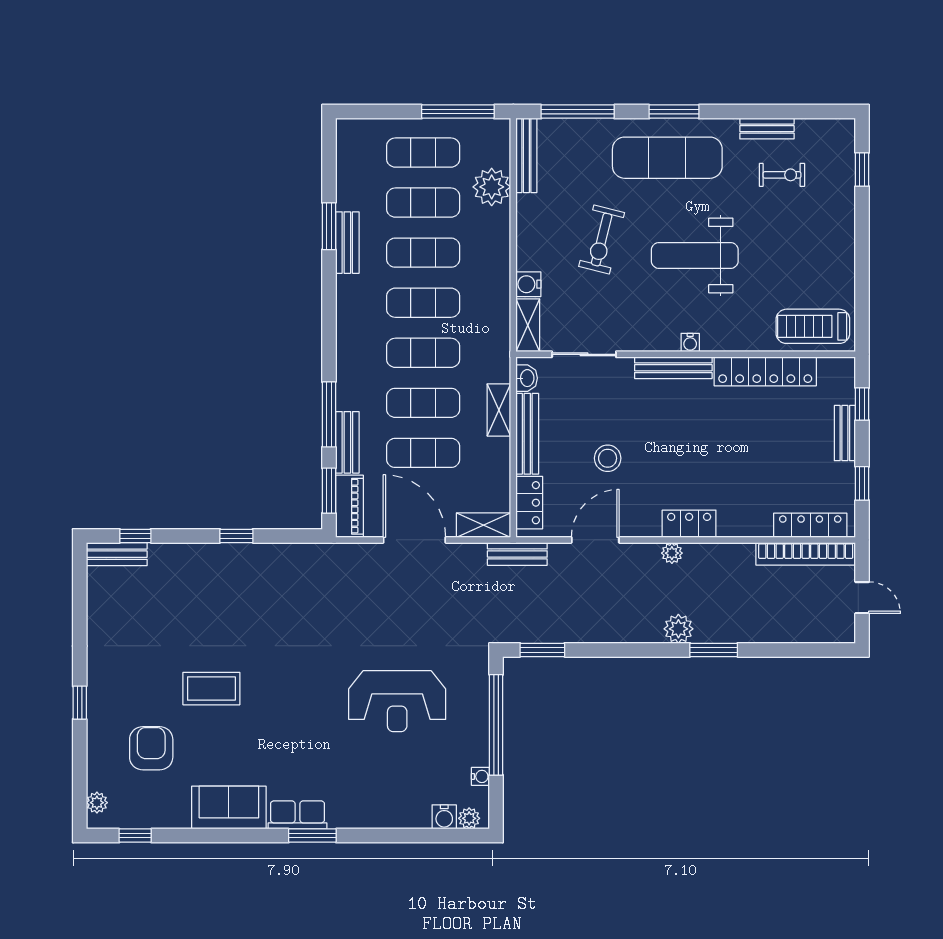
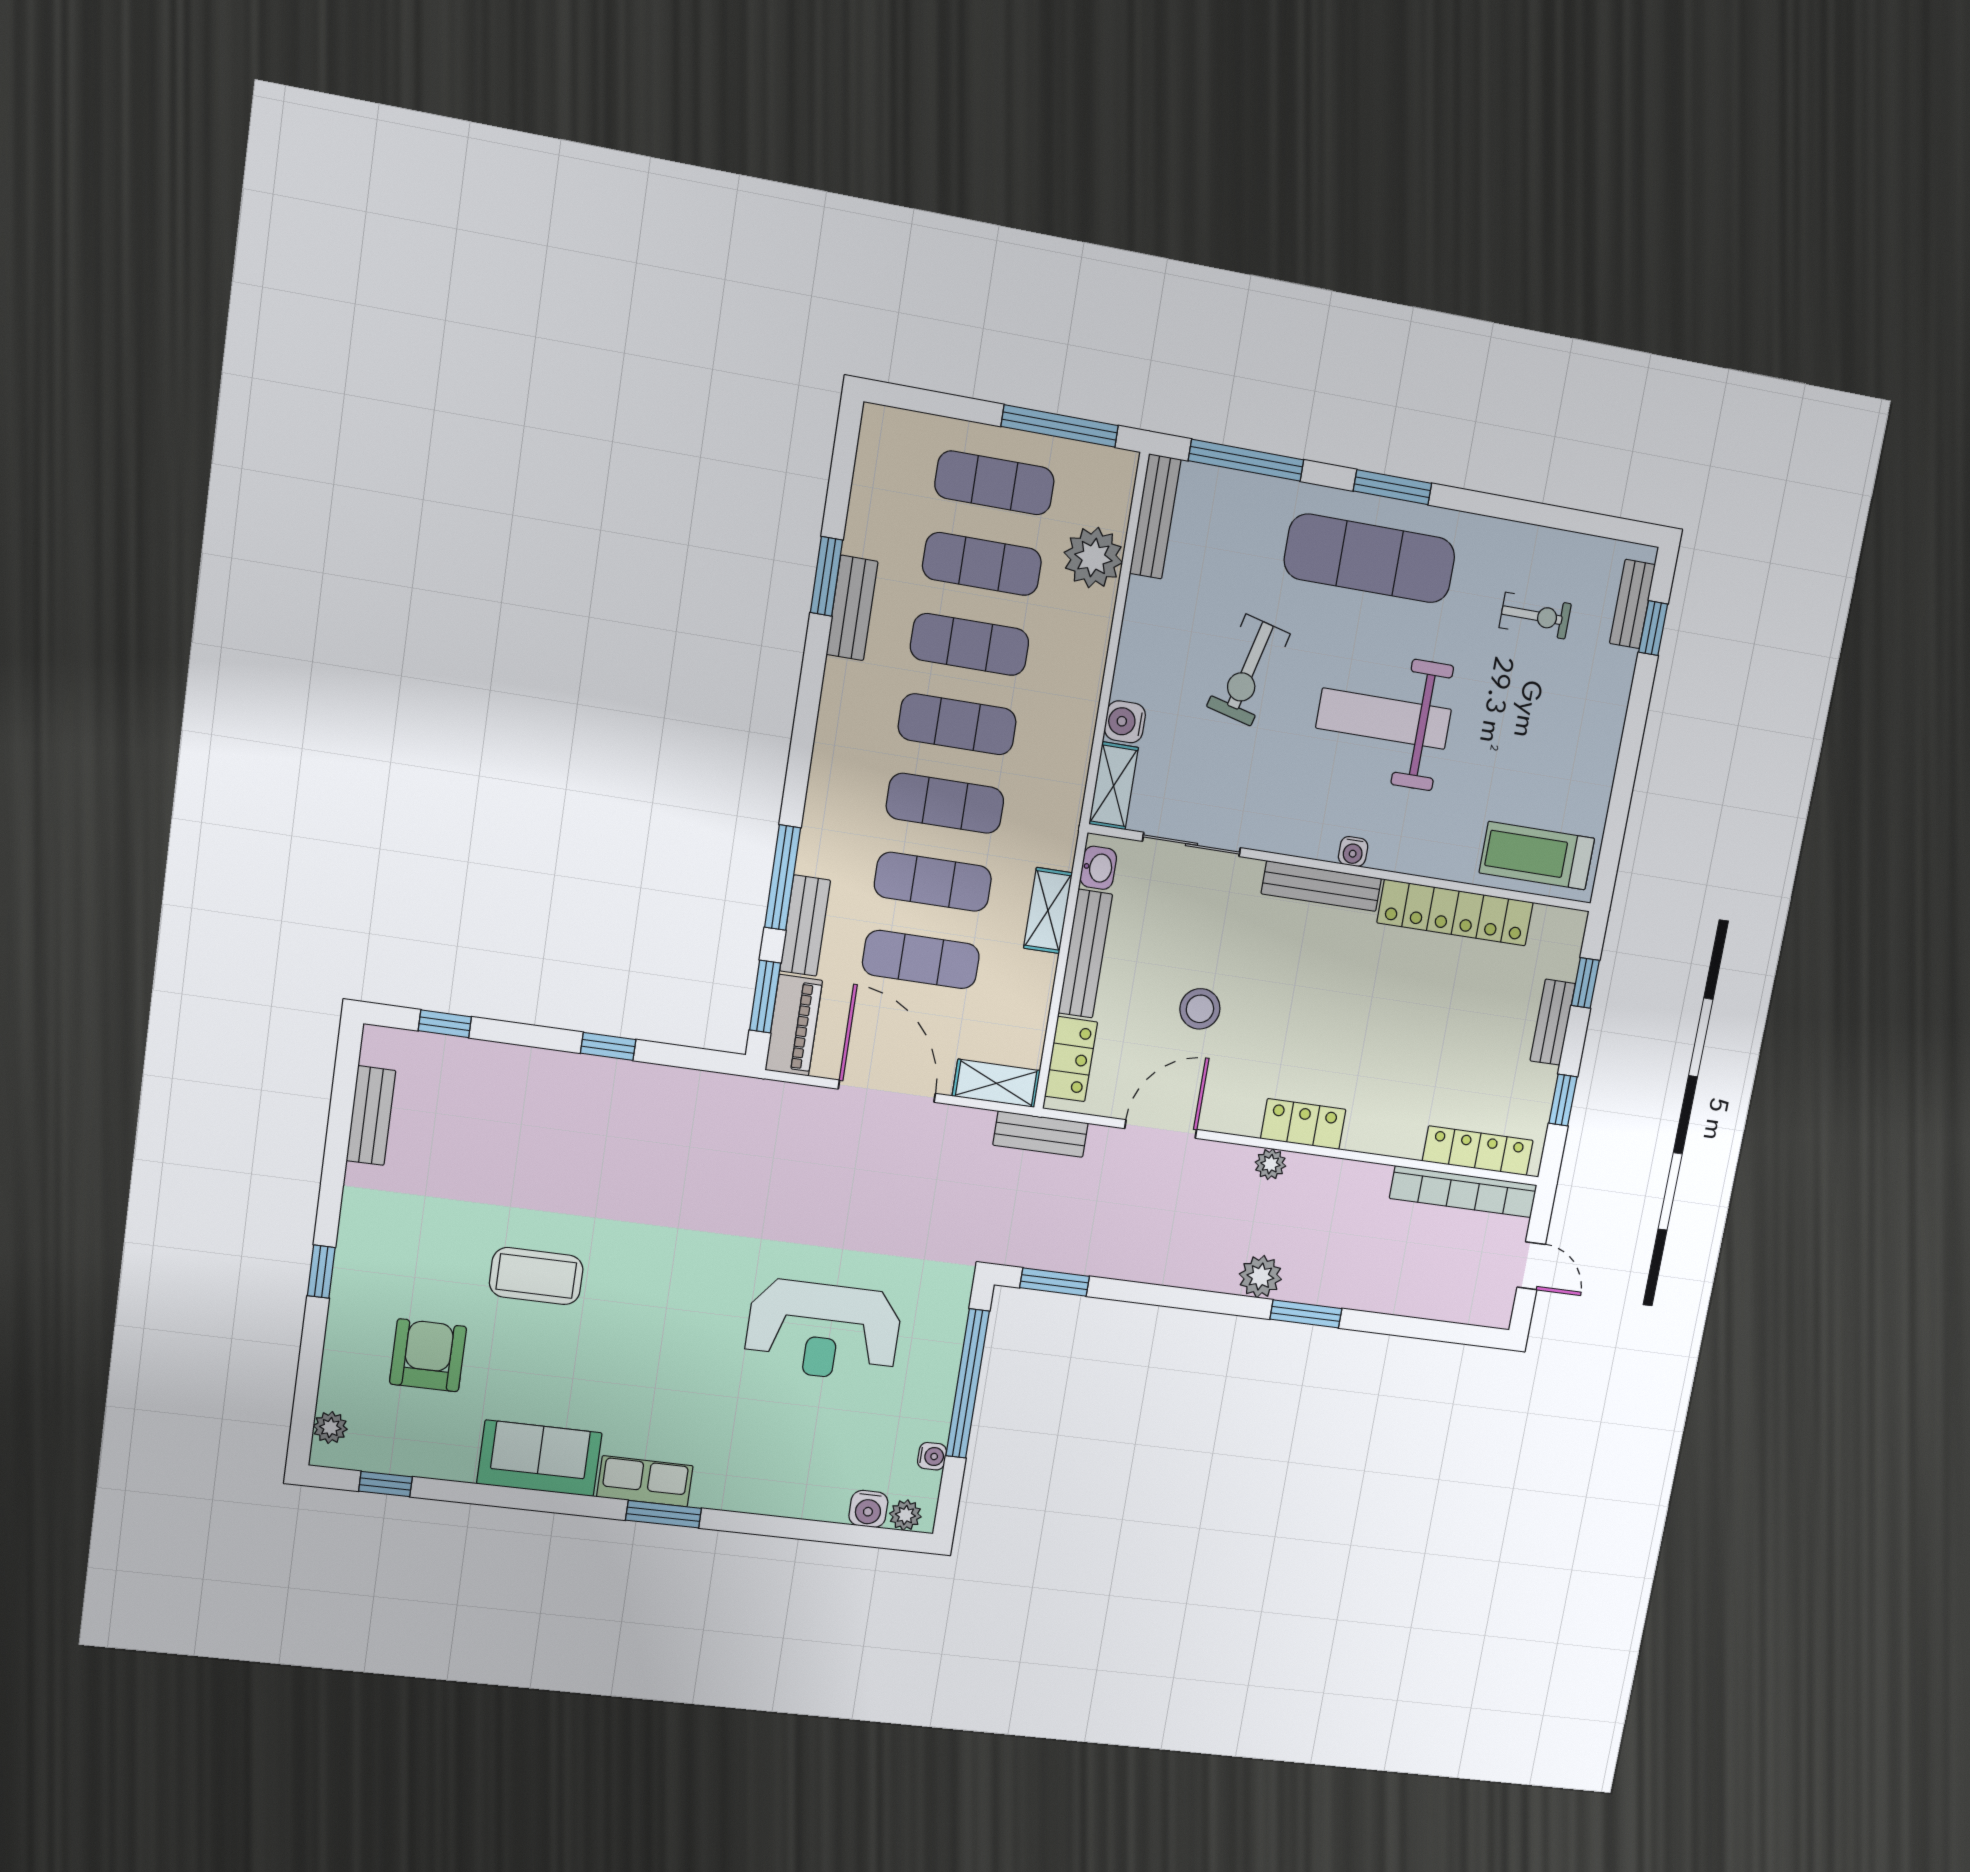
bench: (767, 129) -> (1632, 604), moved, turned 90
bench: (117, 554) -> (371, 1116), moved, turned 90

